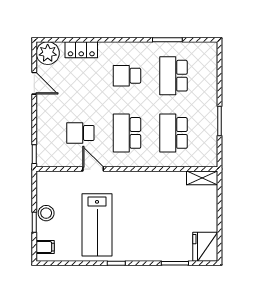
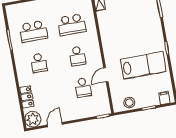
school desk: (127, 133) -> (77, 56), width x0.54
stool: (46, 213) -> (129, 103), moved

